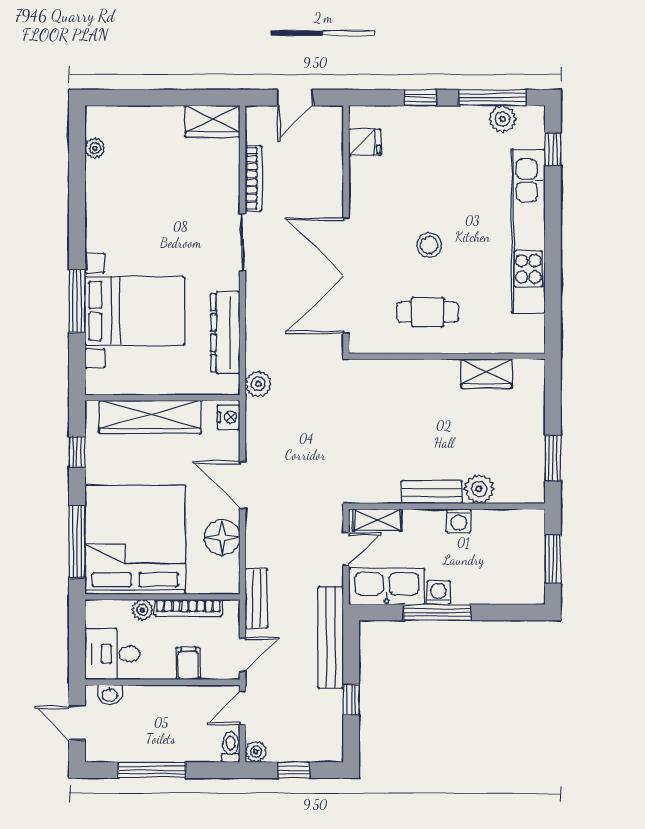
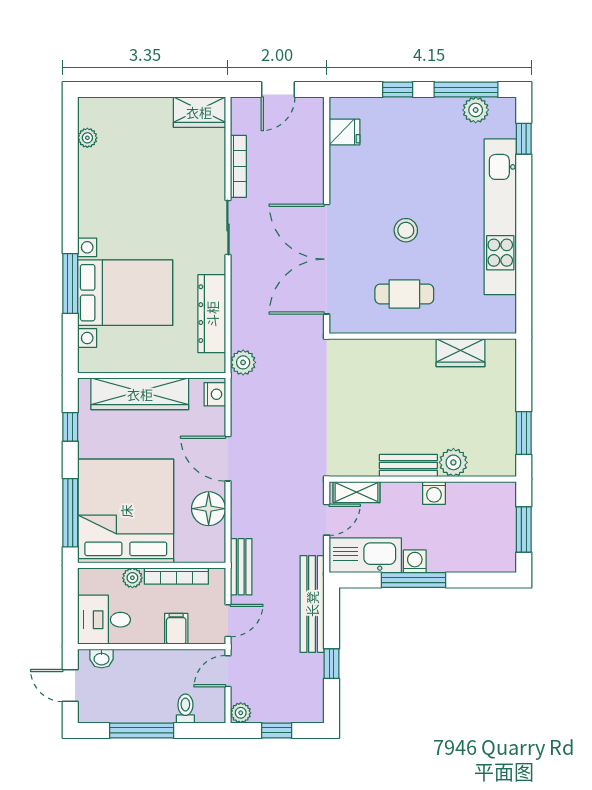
toilet: (231, 747) -> (185, 709), moved

